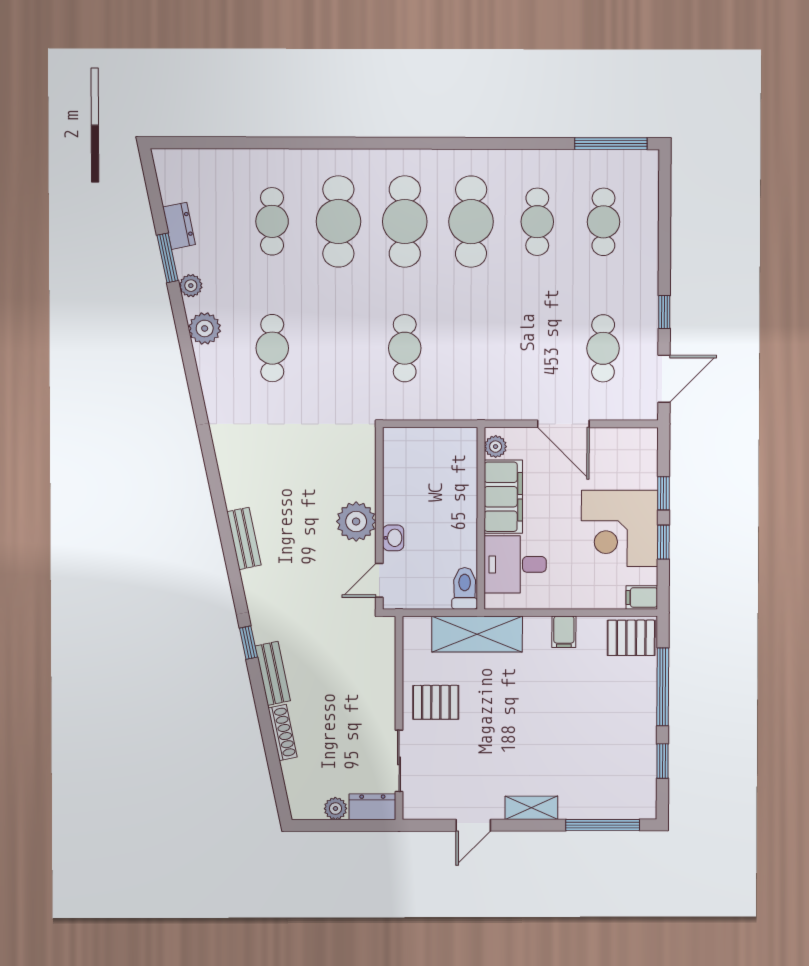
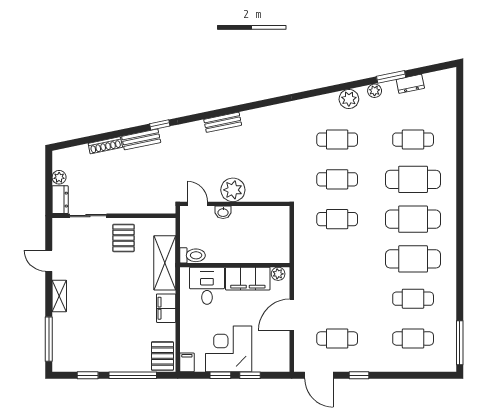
cafe table: (339, 348) -> (337, 179), added
filing cabinet: (564, 632) -> (166, 308), width x2.00

